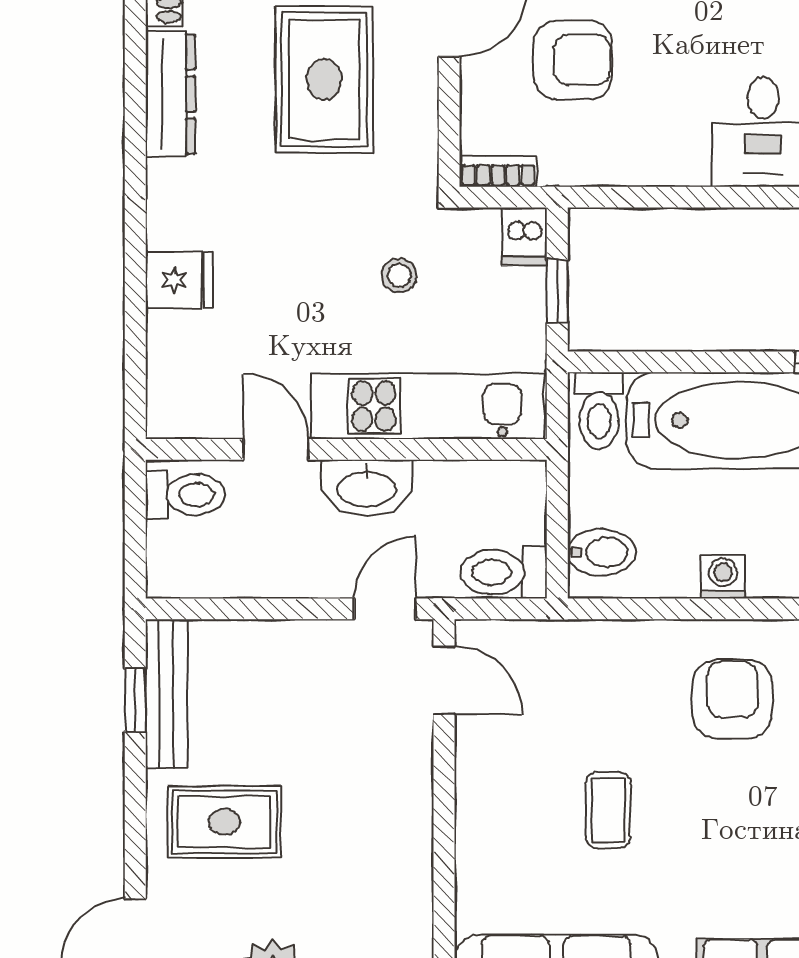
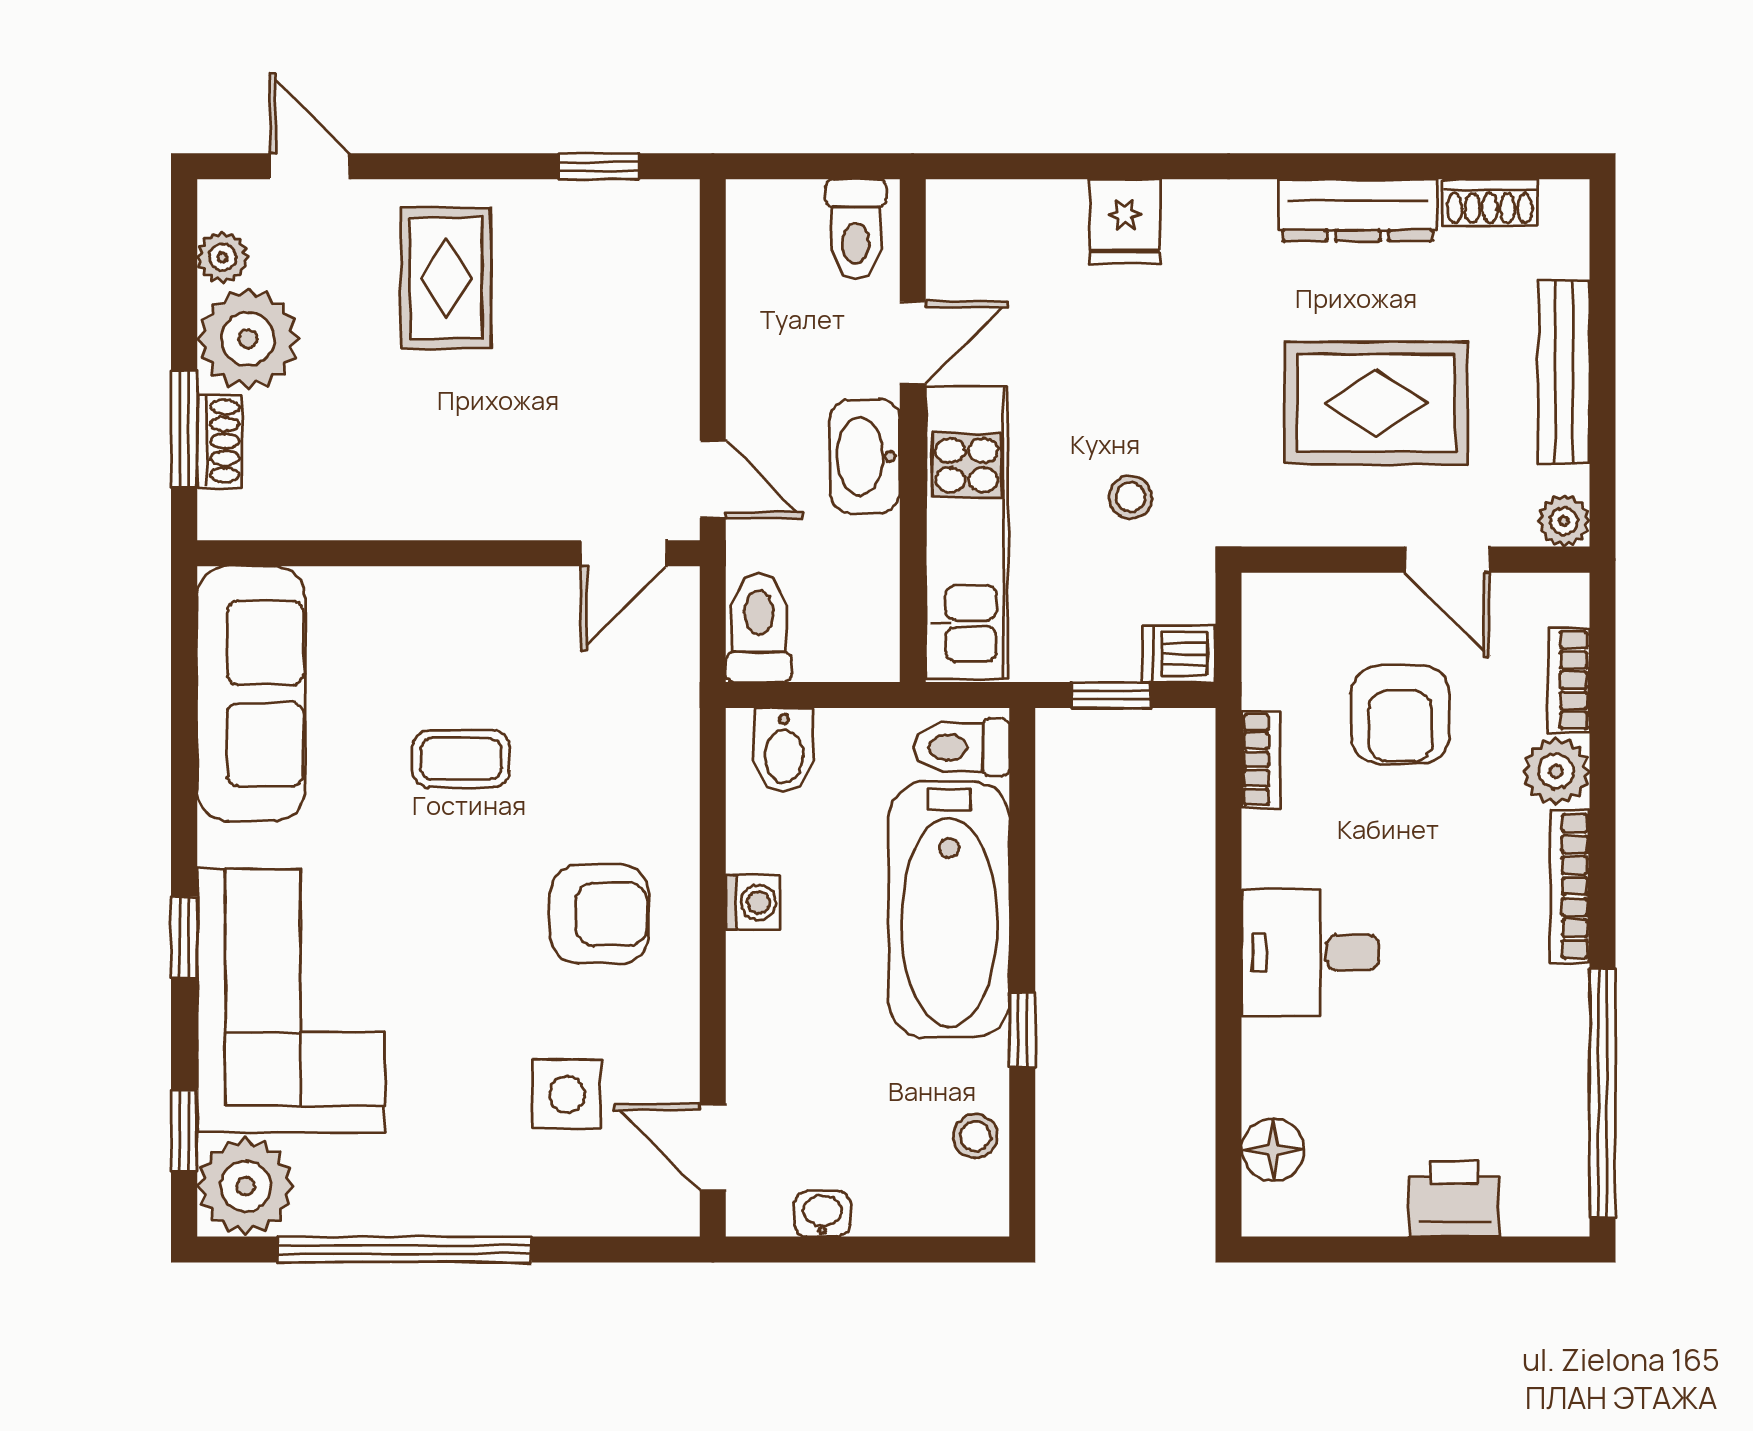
bookcase: (498, 171) -> (1261, 759), moved
bench: (166, 694) -> (606, 205), removed

